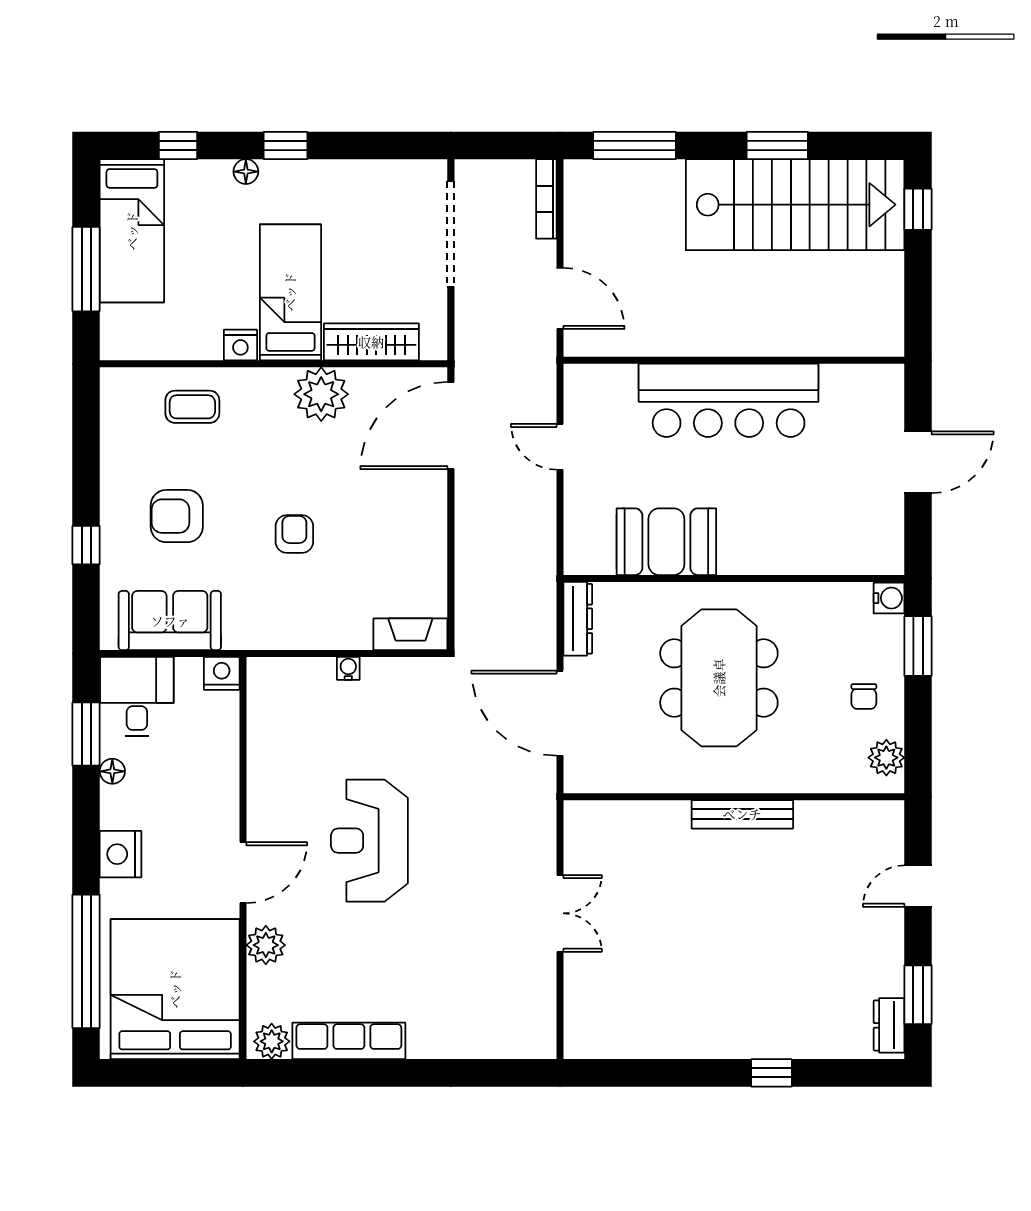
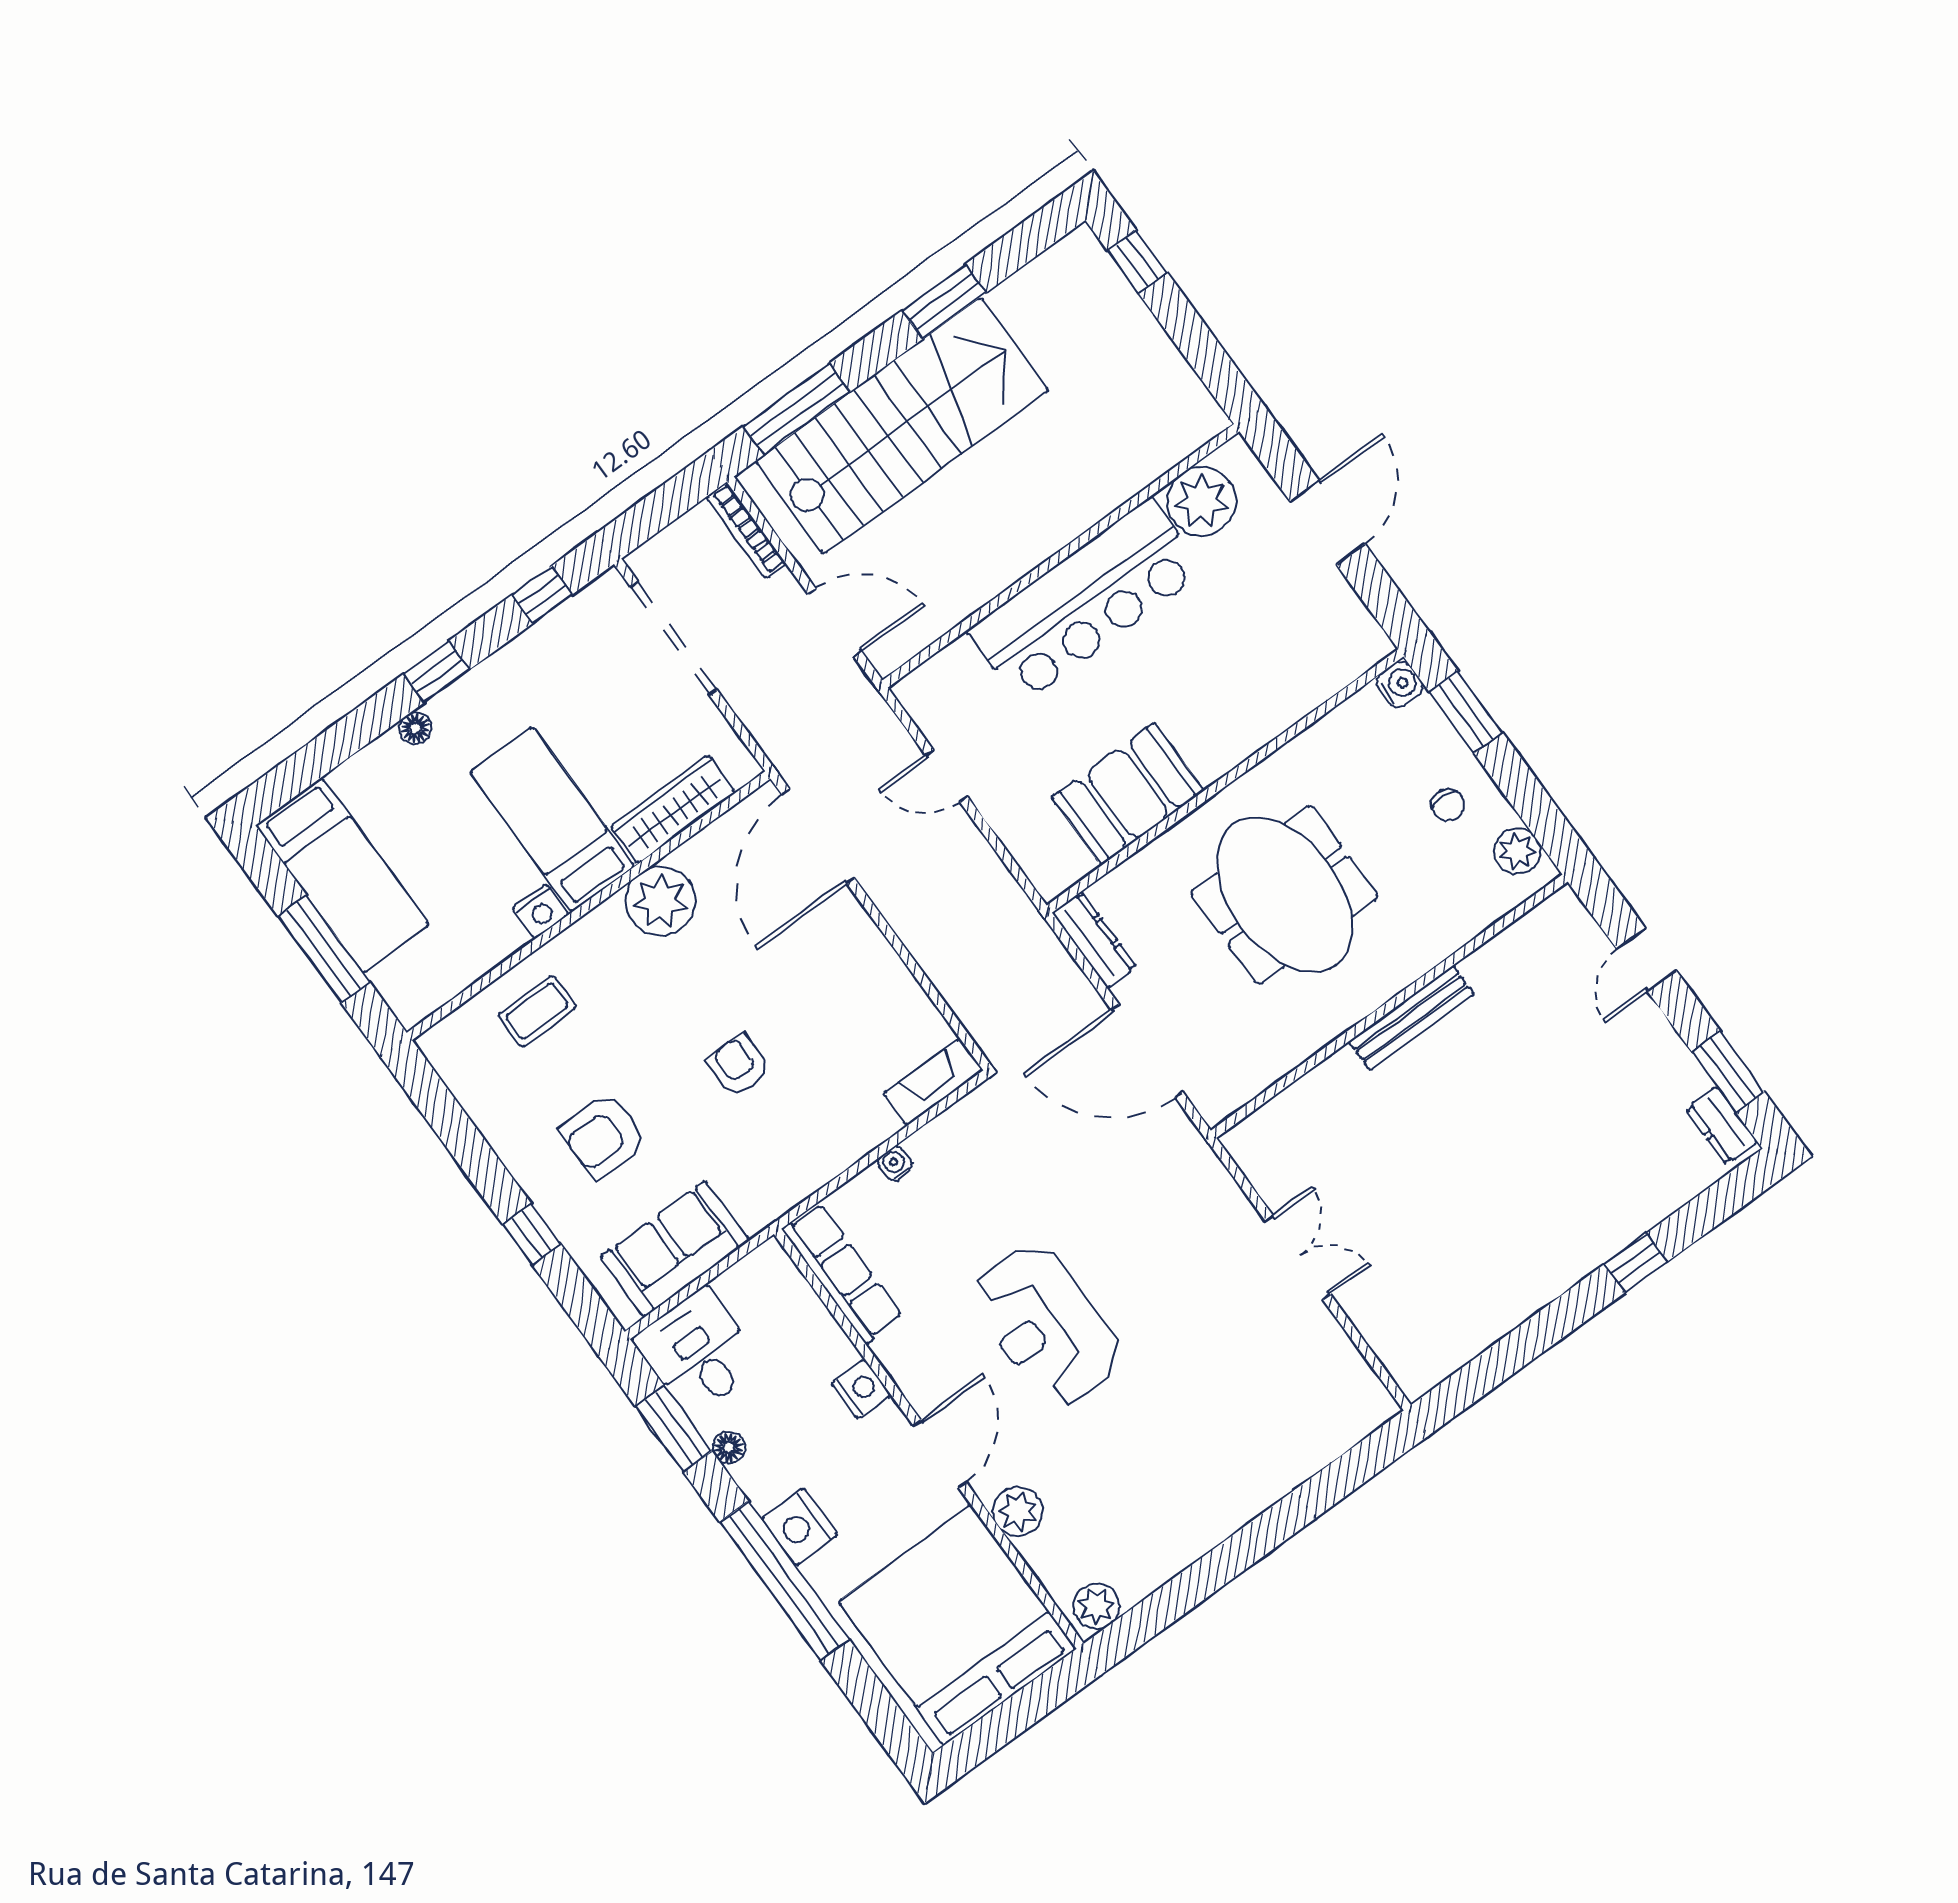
window: (178, 146) -> (542, 595), moved
stairs: (795, 205) -> (902, 426), moved
plant: (848, 391) -> (1201, 501), added
nightstand: (222, 673) -> (861, 1389), moved, turned 90
window: (86, 961) -> (784, 1581), moved
row of seats: (349, 1041) -> (842, 1273), moved, turned 90

